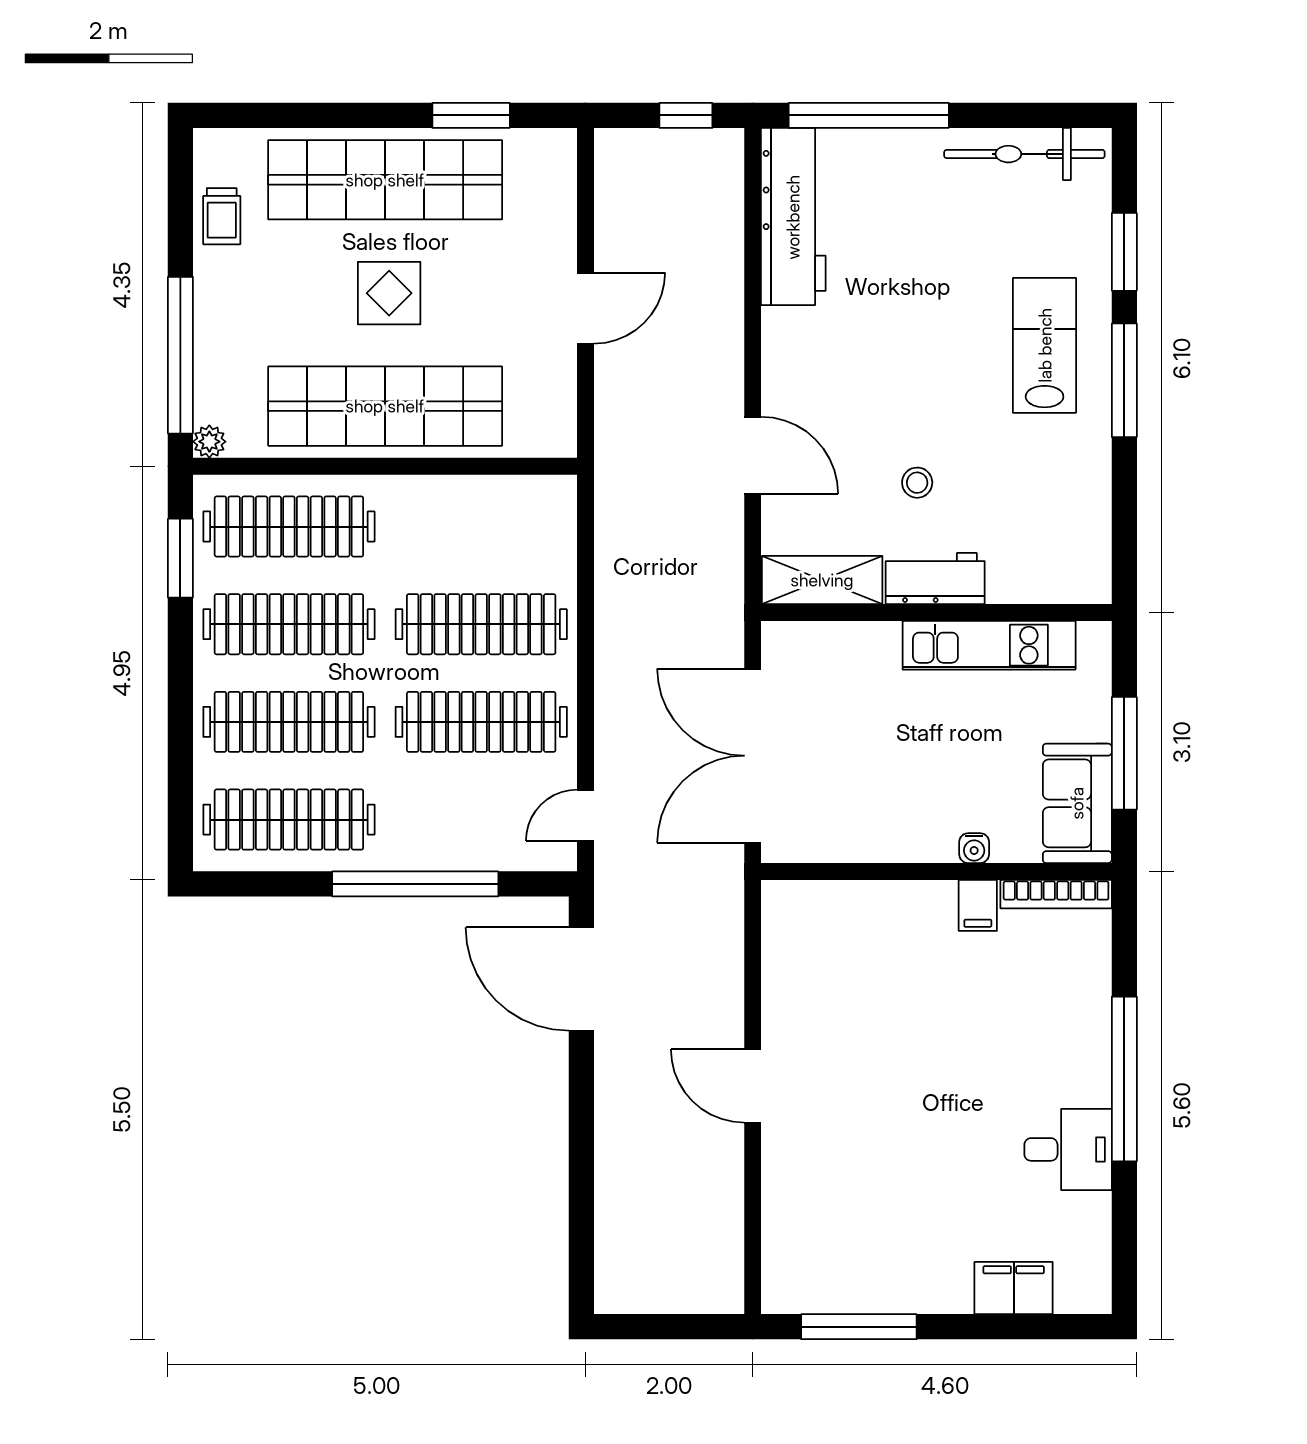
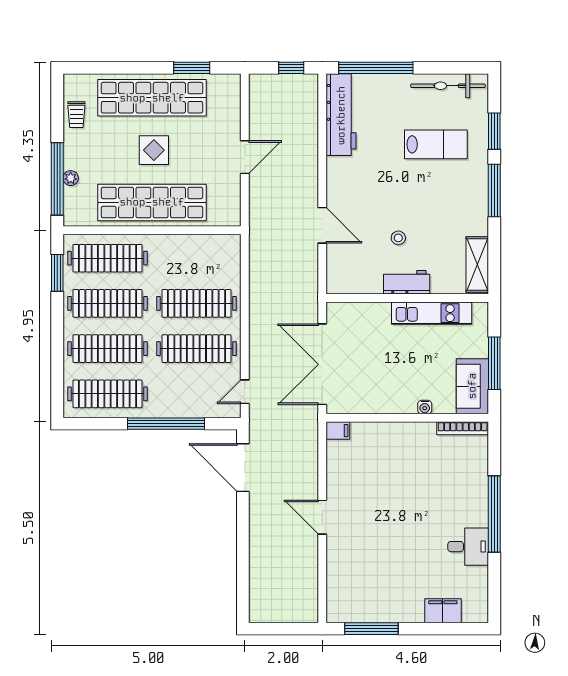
lab bench: (1045, 345) -> (436, 144), moved, turned 90
plant: (209, 442) -> (71, 178), moved
shelving: (822, 580) -> (477, 265), moved, turned 90
filing cabinet: (978, 905) -> (338, 431), moved, turned -90

